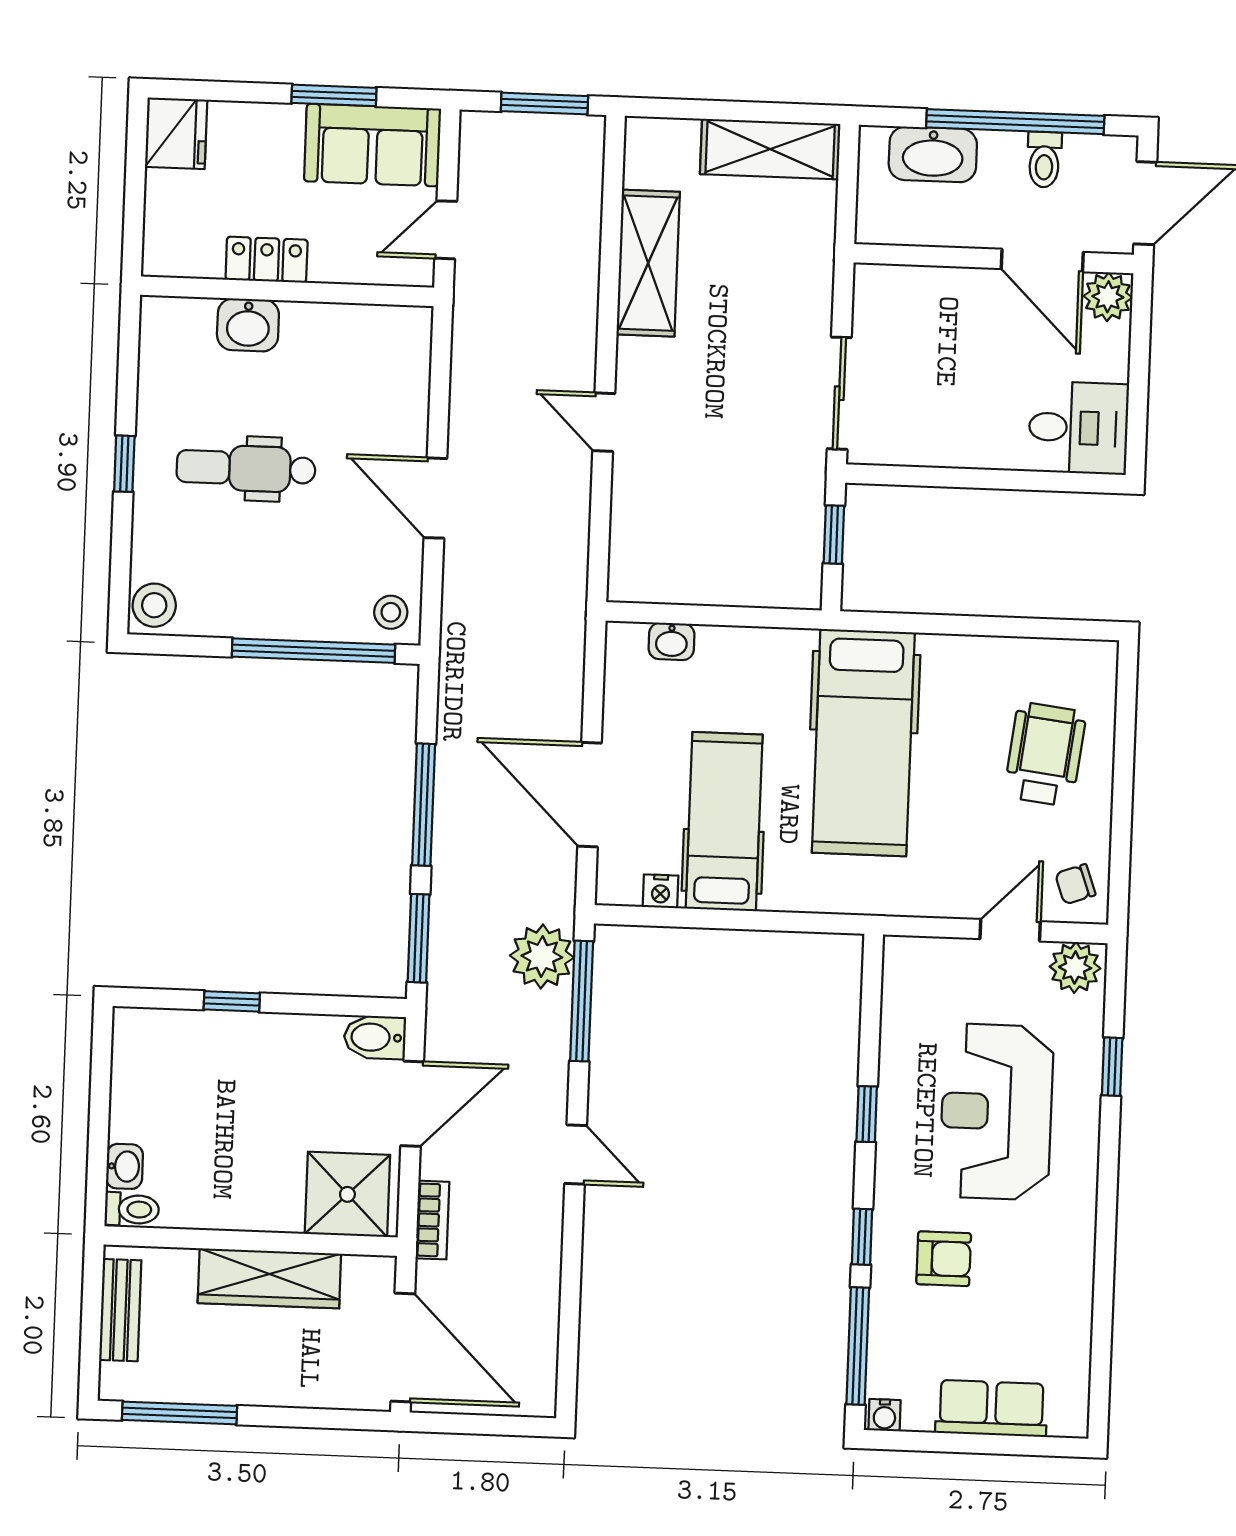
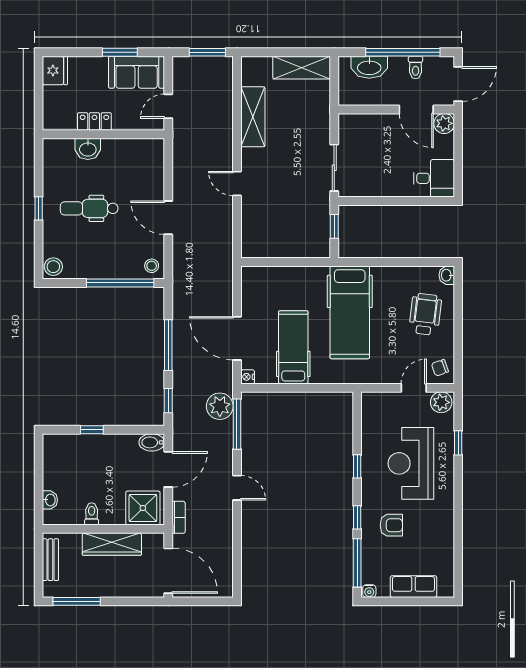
washbasin: (671, 641) -> (447, 275), moved, turned 90
nightstand: (661, 891) -> (248, 377), moved, turned 90
window: (419, 938) -> (168, 401), width x0.67
toilet: (132, 1209) -> (92, 514), moved, turned -90

